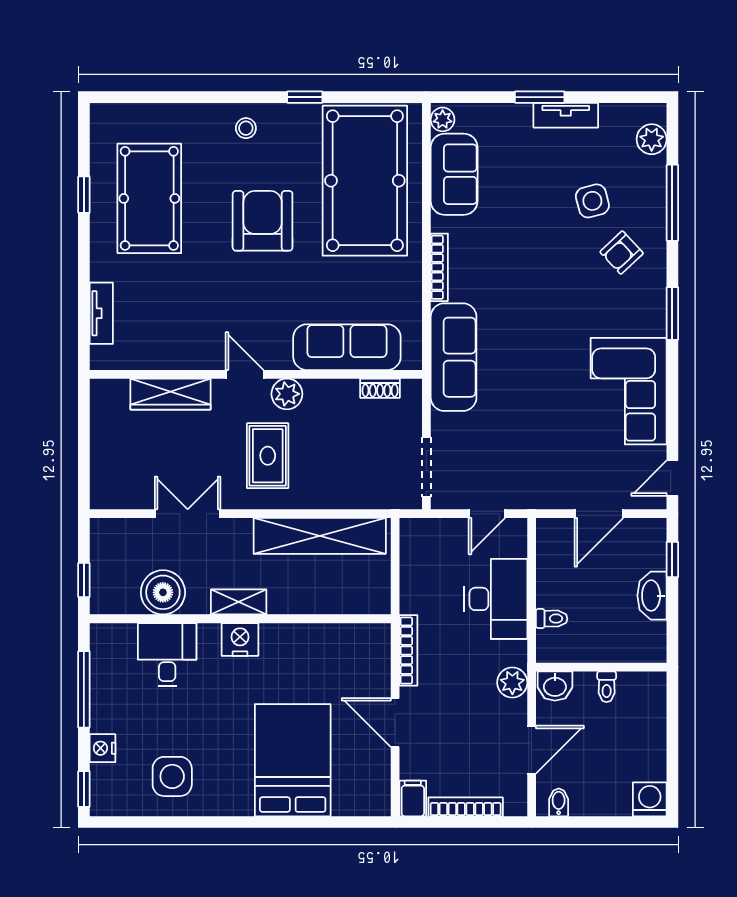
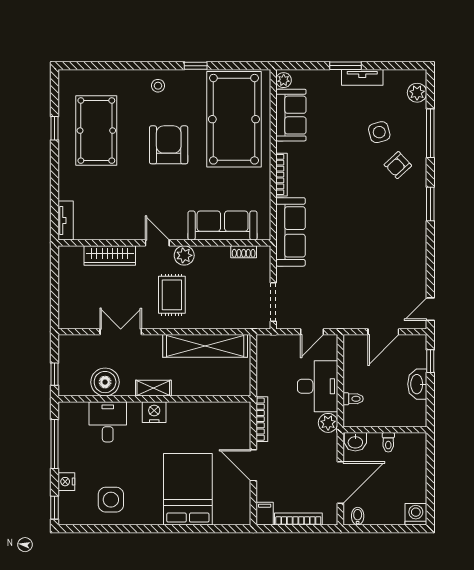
tv unit: (101, 313) -> (66, 221), moved
corner sofa: (629, 391) -> (402, 254), removed
plant: (512, 683) -> (328, 423), moved
door: (532, 750) -> (340, 483), width x1.36

